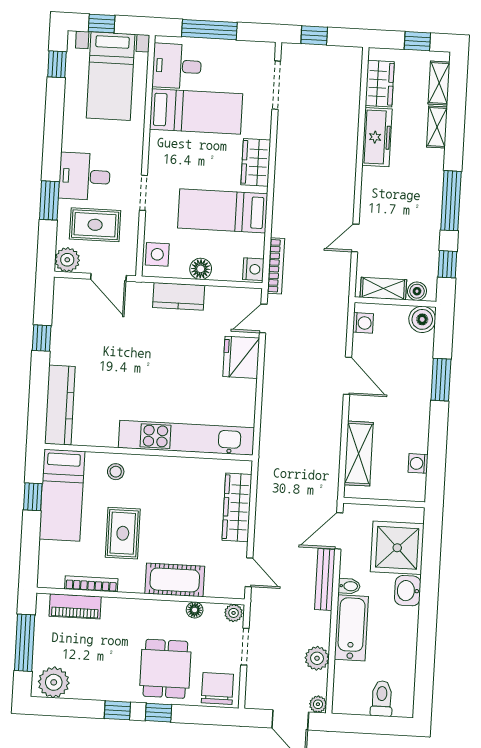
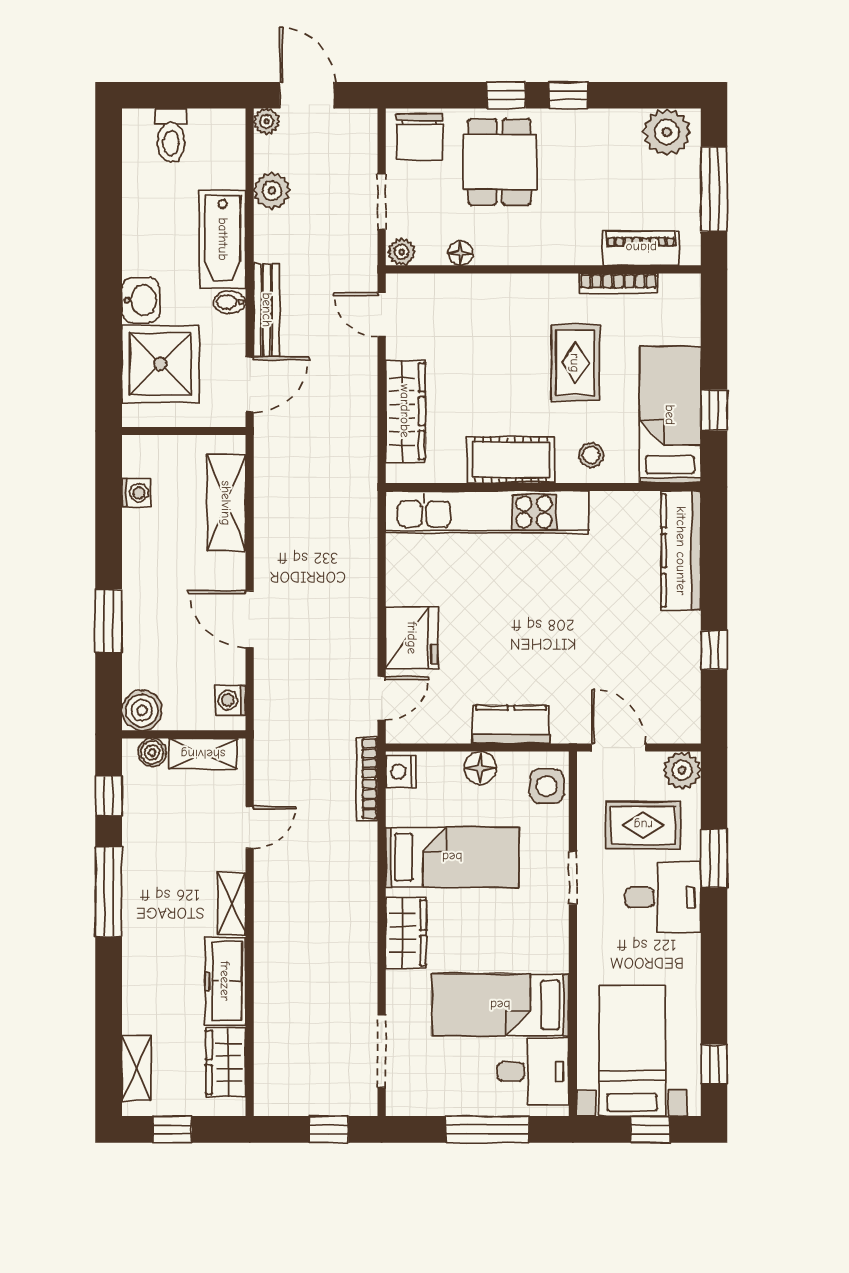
shelving: (437, 127) -> (232, 904), moved
cot: (175, 580) -> (511, 460), moved

